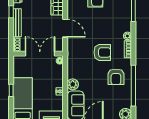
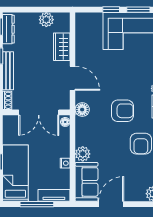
floor lamp: (72, 52) -> (82, 110), added
double door: (40, 54) -> (39, 112), swing flipped

